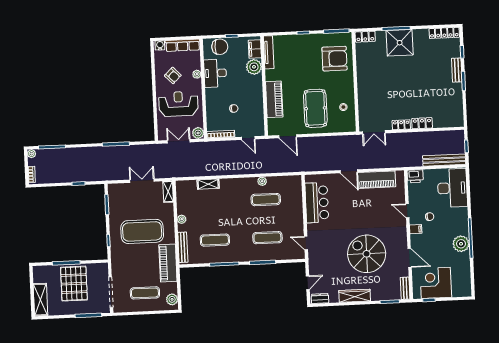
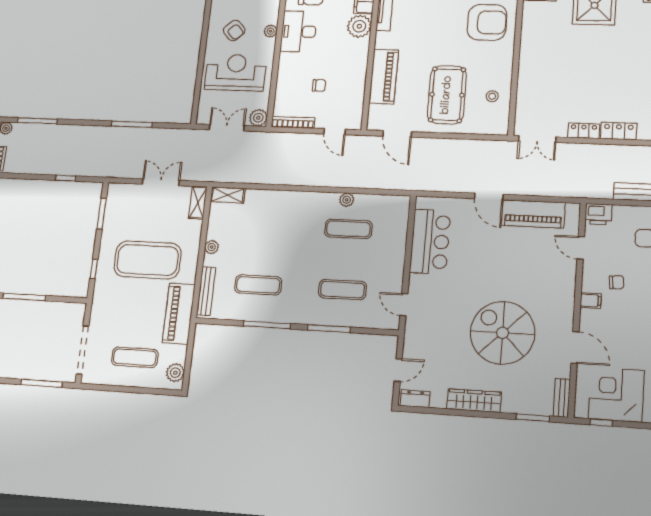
shelving: (208, 184) -> (228, 195), moved
door: (407, 211) -> (581, 248), moved
pallet: (74, 284) -> (29, 330), removed

